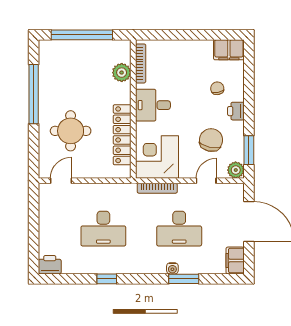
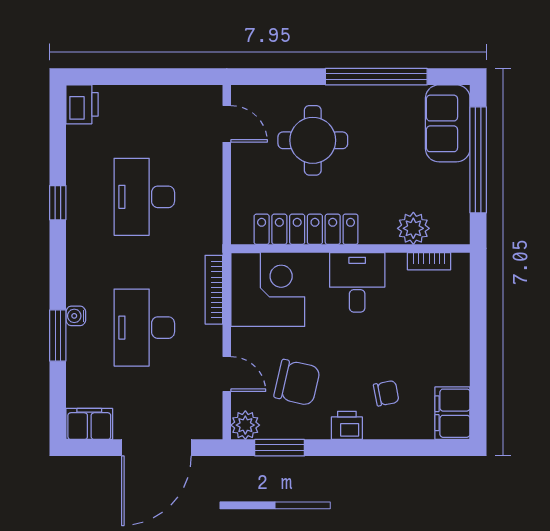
sofa: (61, 53) -> (448, 123), added
bookcase: (141, 63) -> (429, 261), width x0.64

